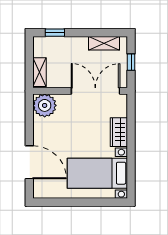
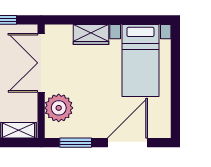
plant: (45, 105) -> (59, 108), moved
window: (29, 119) -> (76, 143), added

